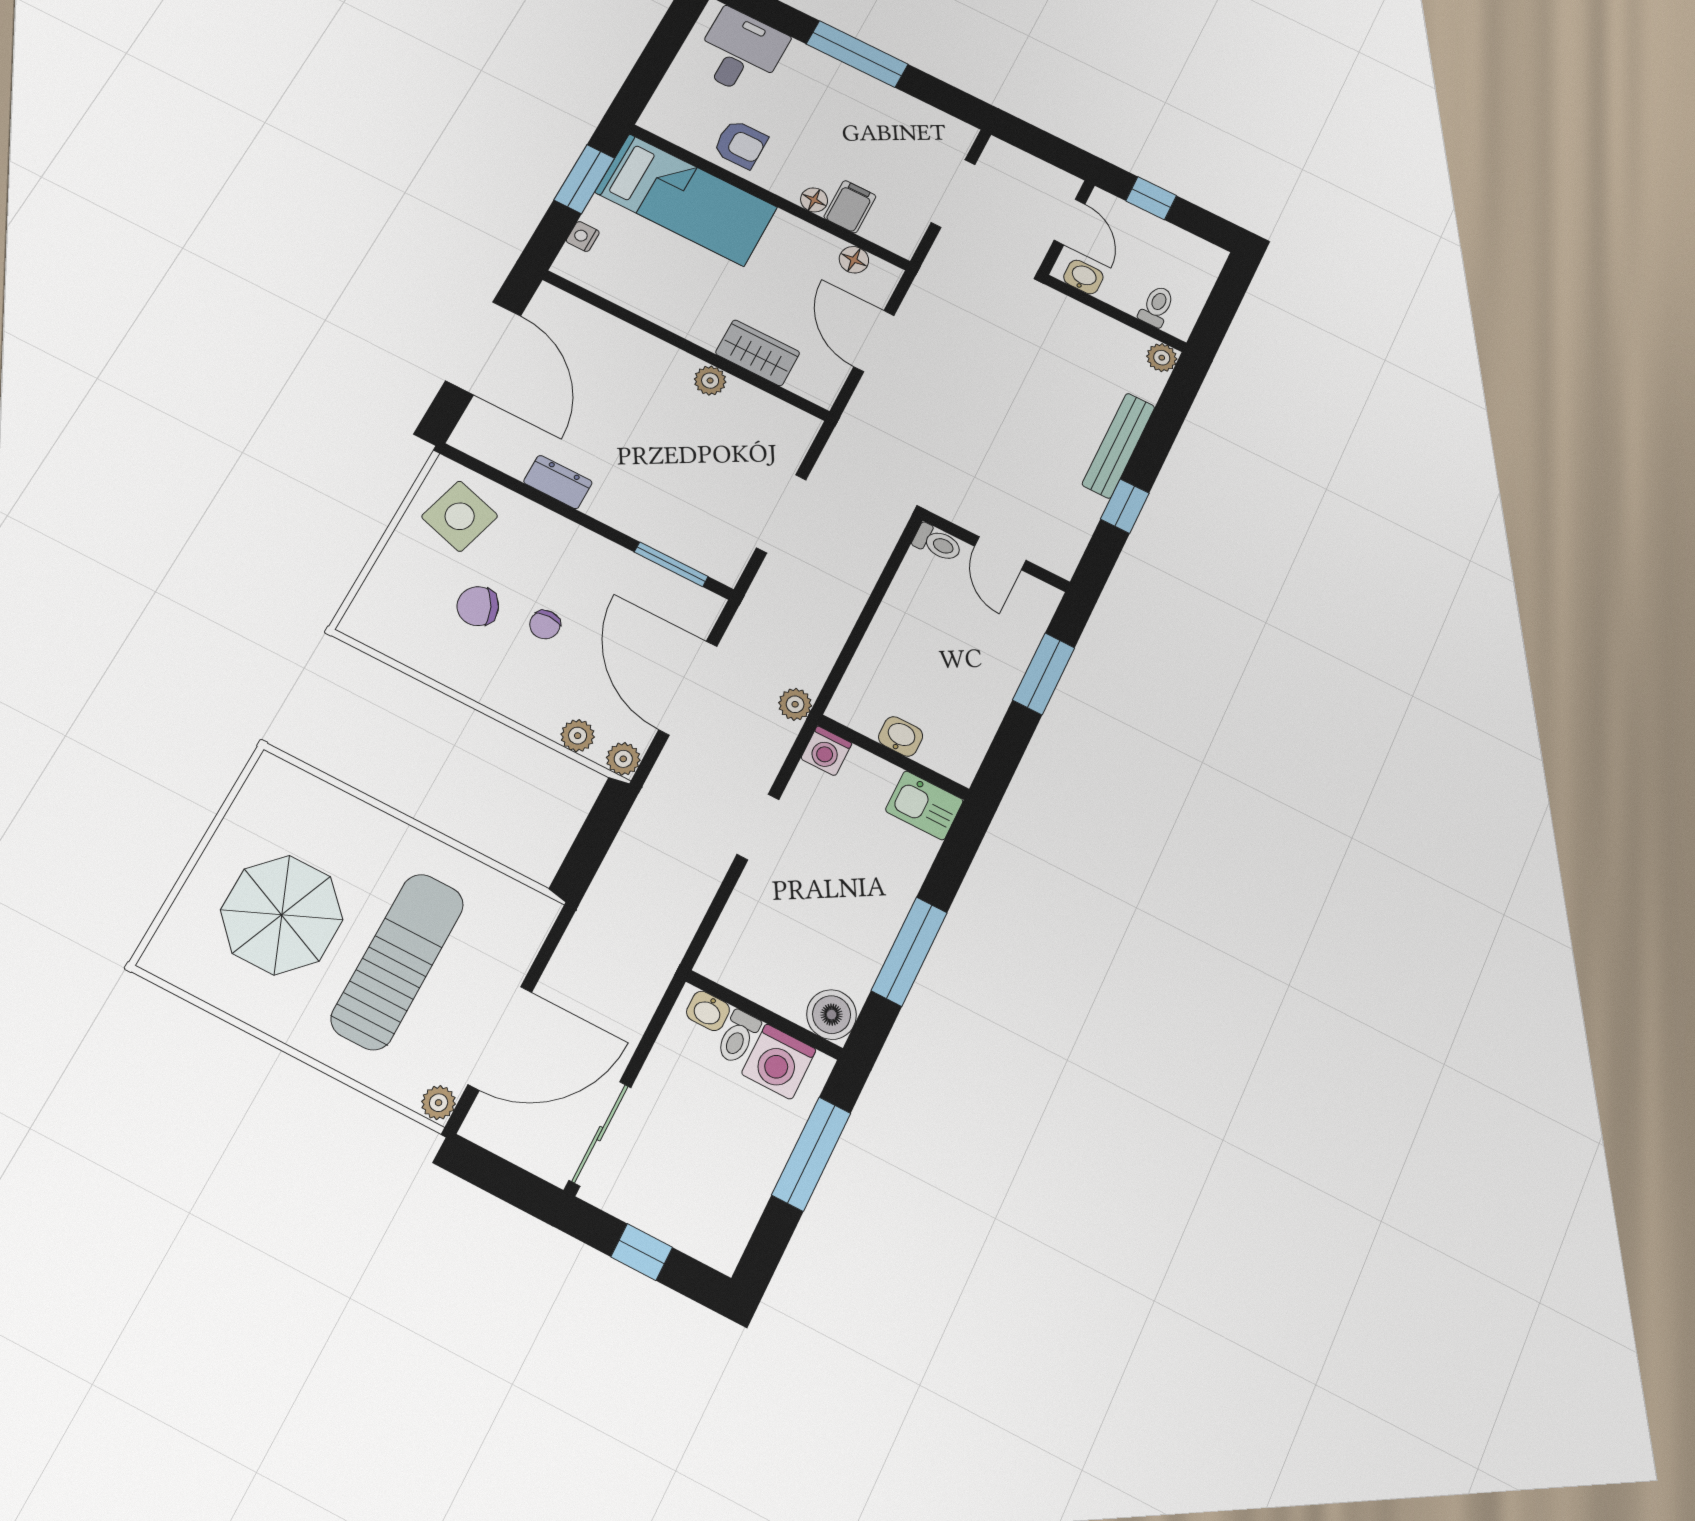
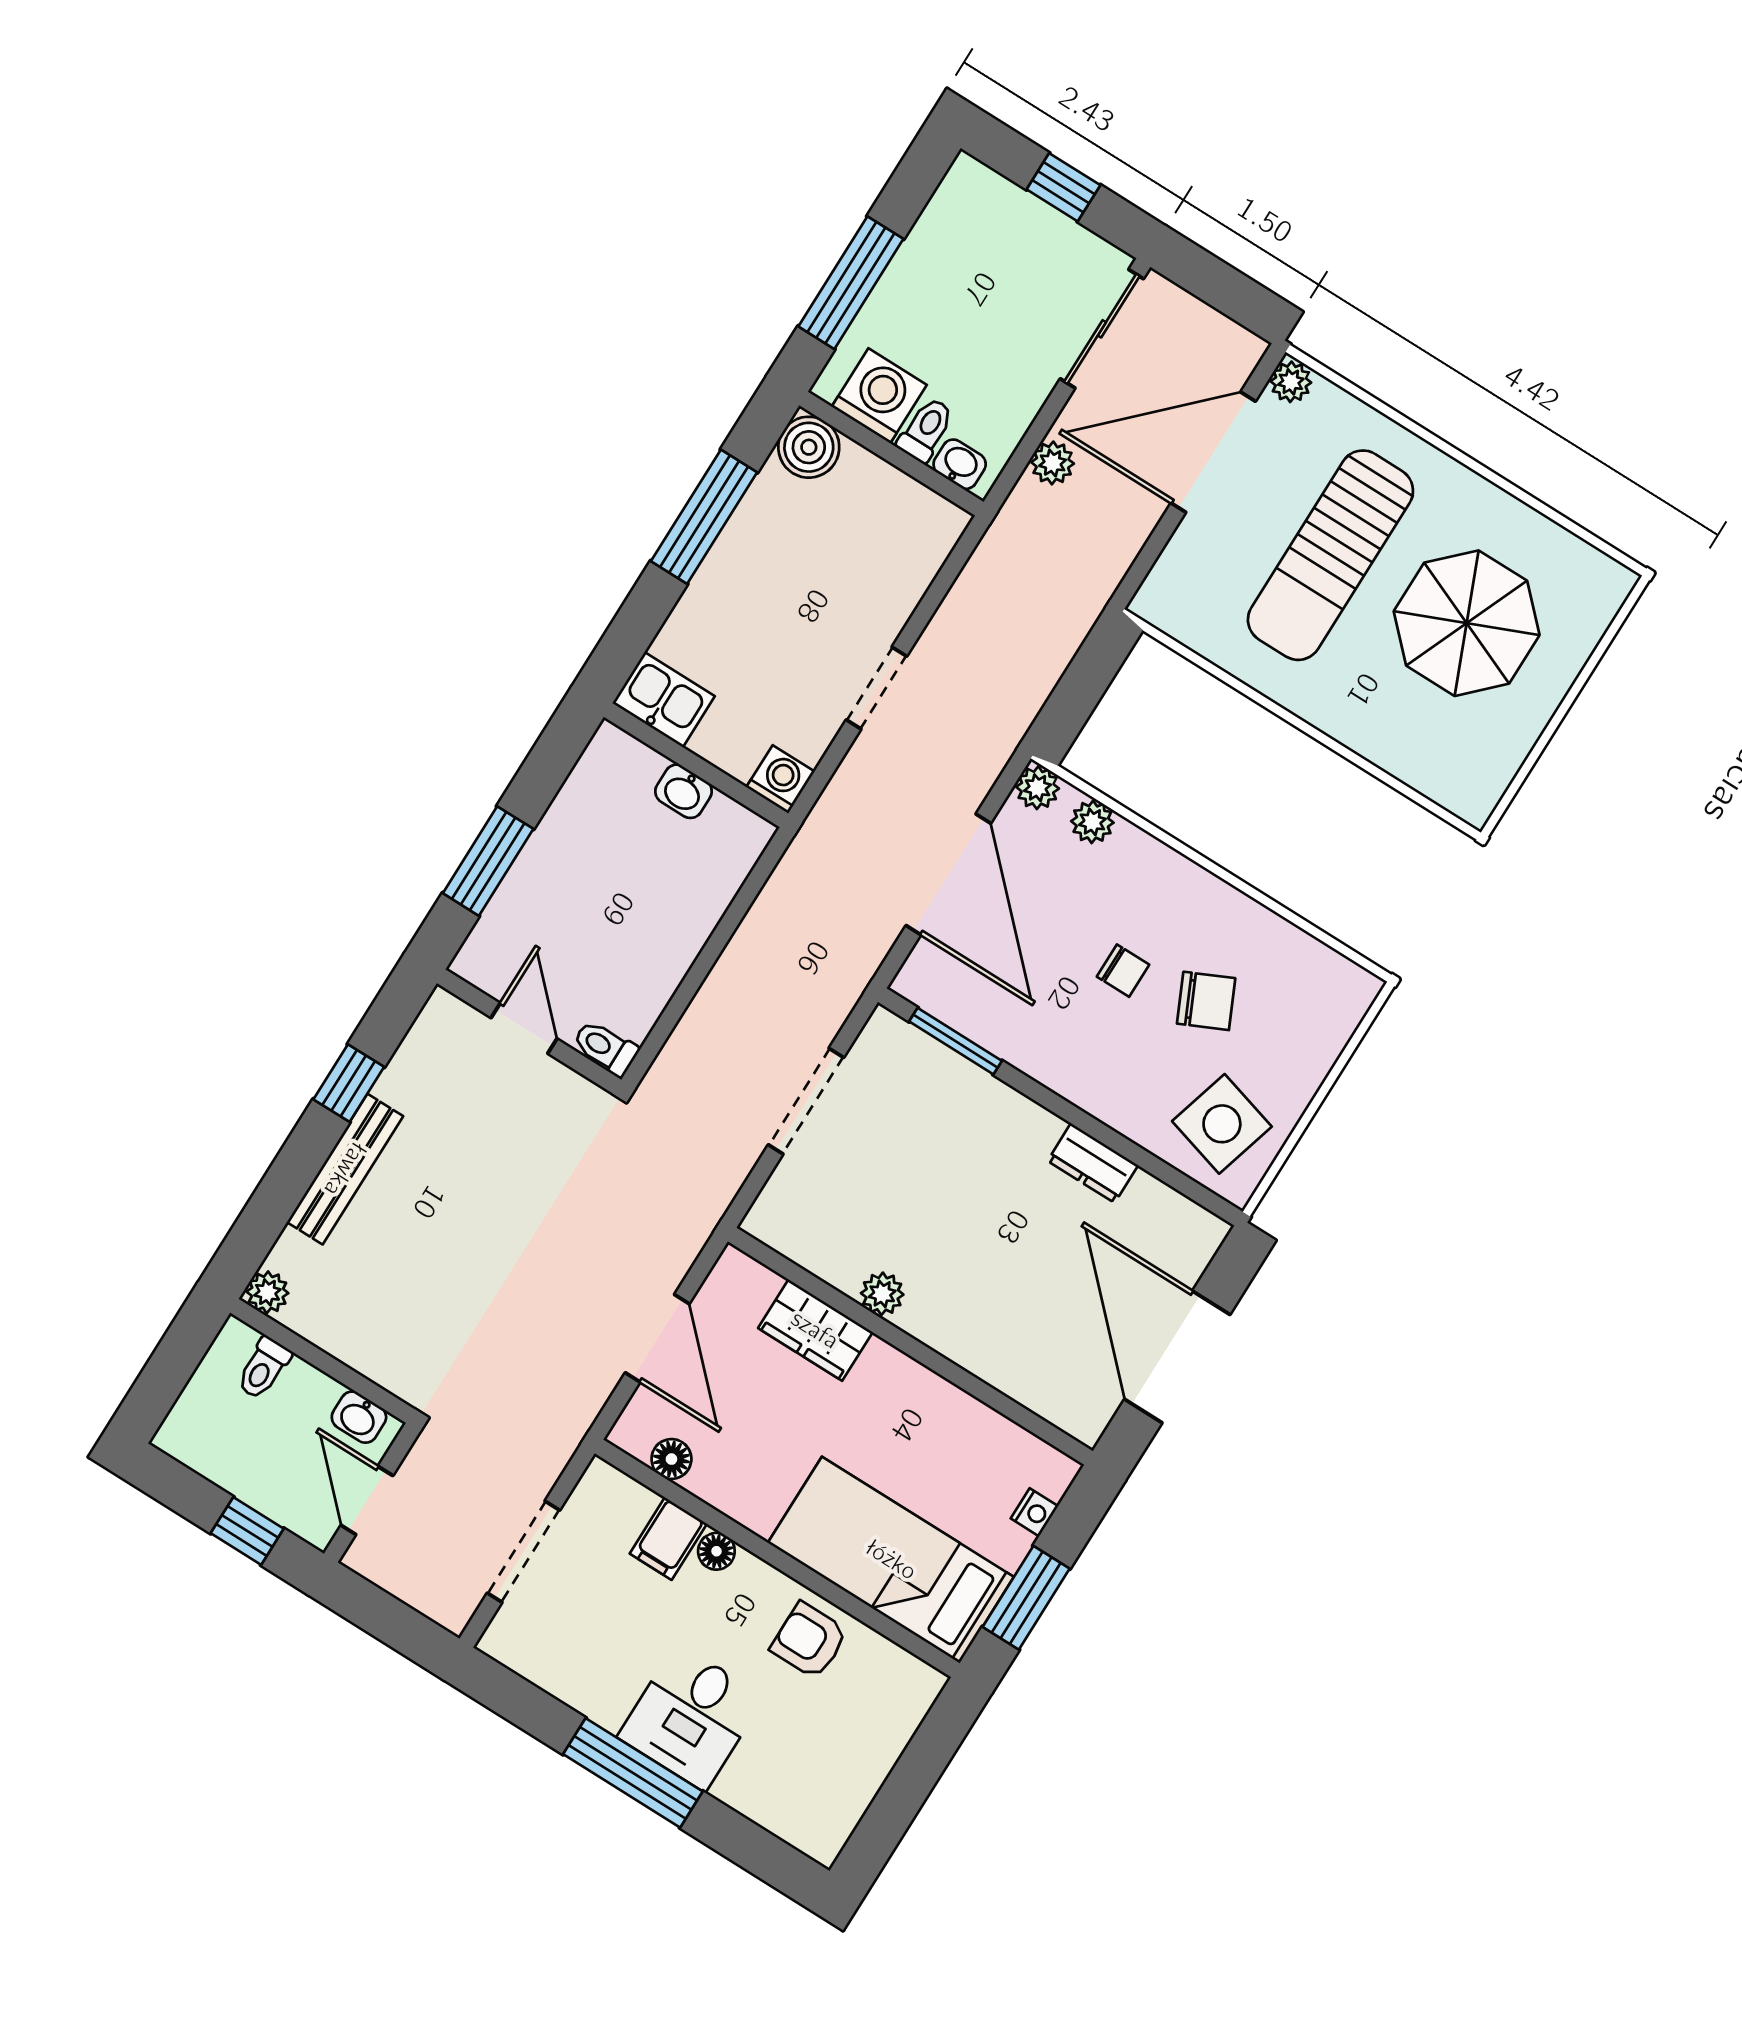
desk: (740, 52) -> (691, 1717), moved
chair: (545, 625) -> (1123, 971), turned 90
plant: (795, 704) -> (1053, 463), moved

